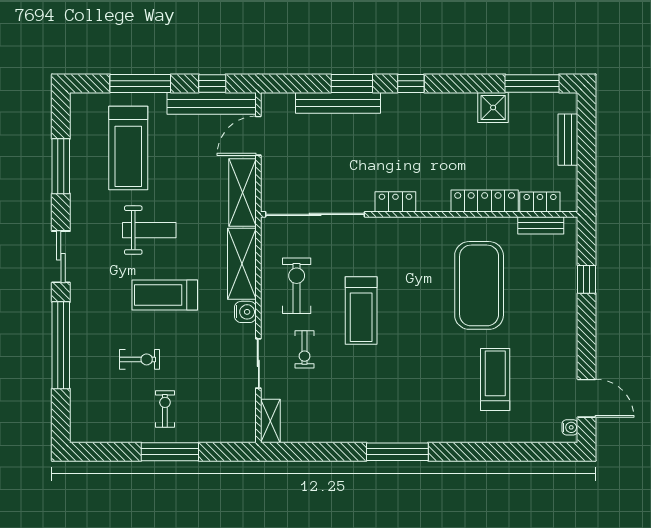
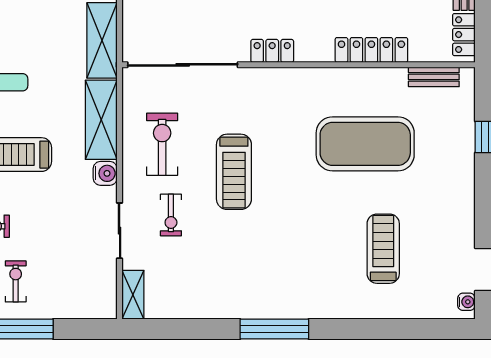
locker: (540, 202) -> (464, 35), moved, turned -90
exercise mat: (479, 285) -> (365, 144), turned 90

